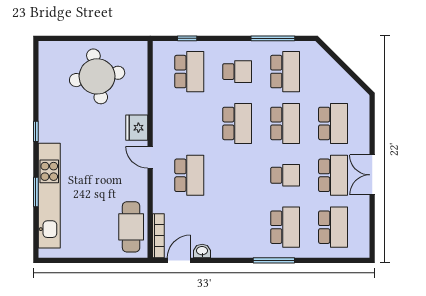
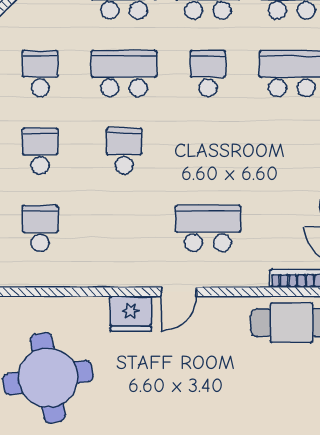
school desk: (189, 72) -> (40, 229), width x0.54
school desk: (285, 72) -> (40, 73), width x0.54
school desk: (237, 123) -> (124, 151), width x0.54

